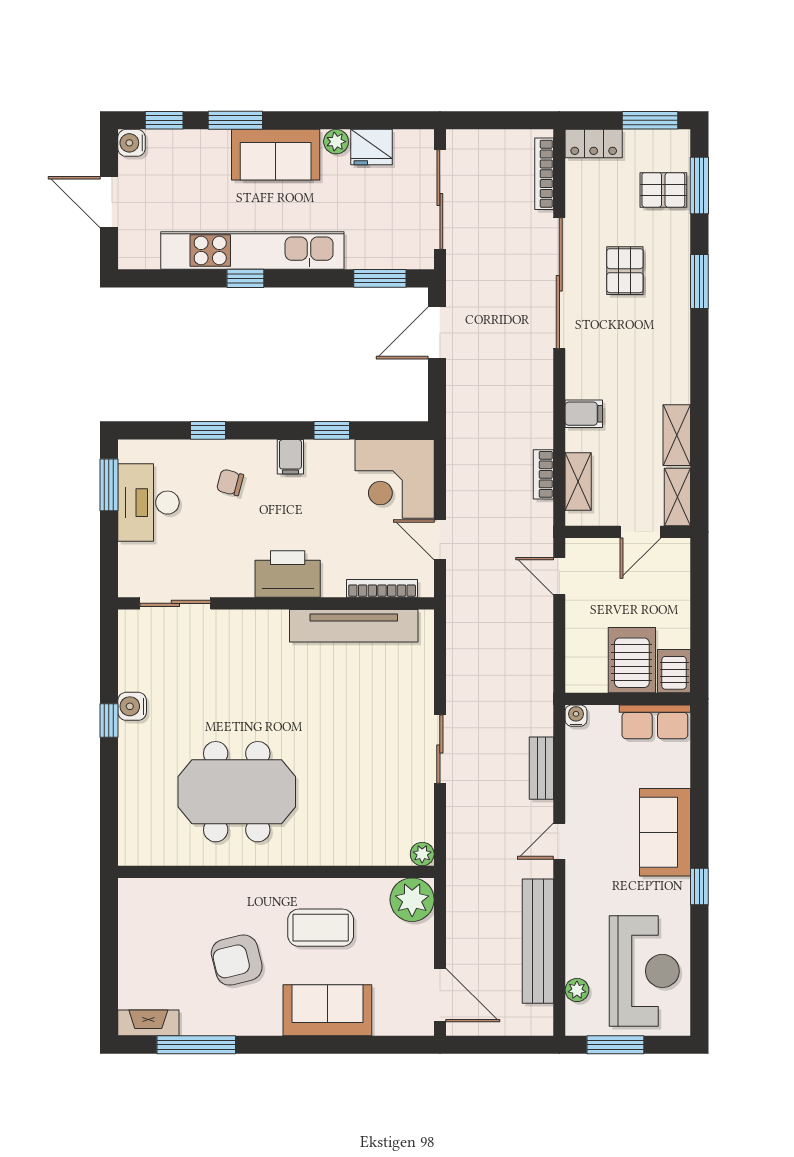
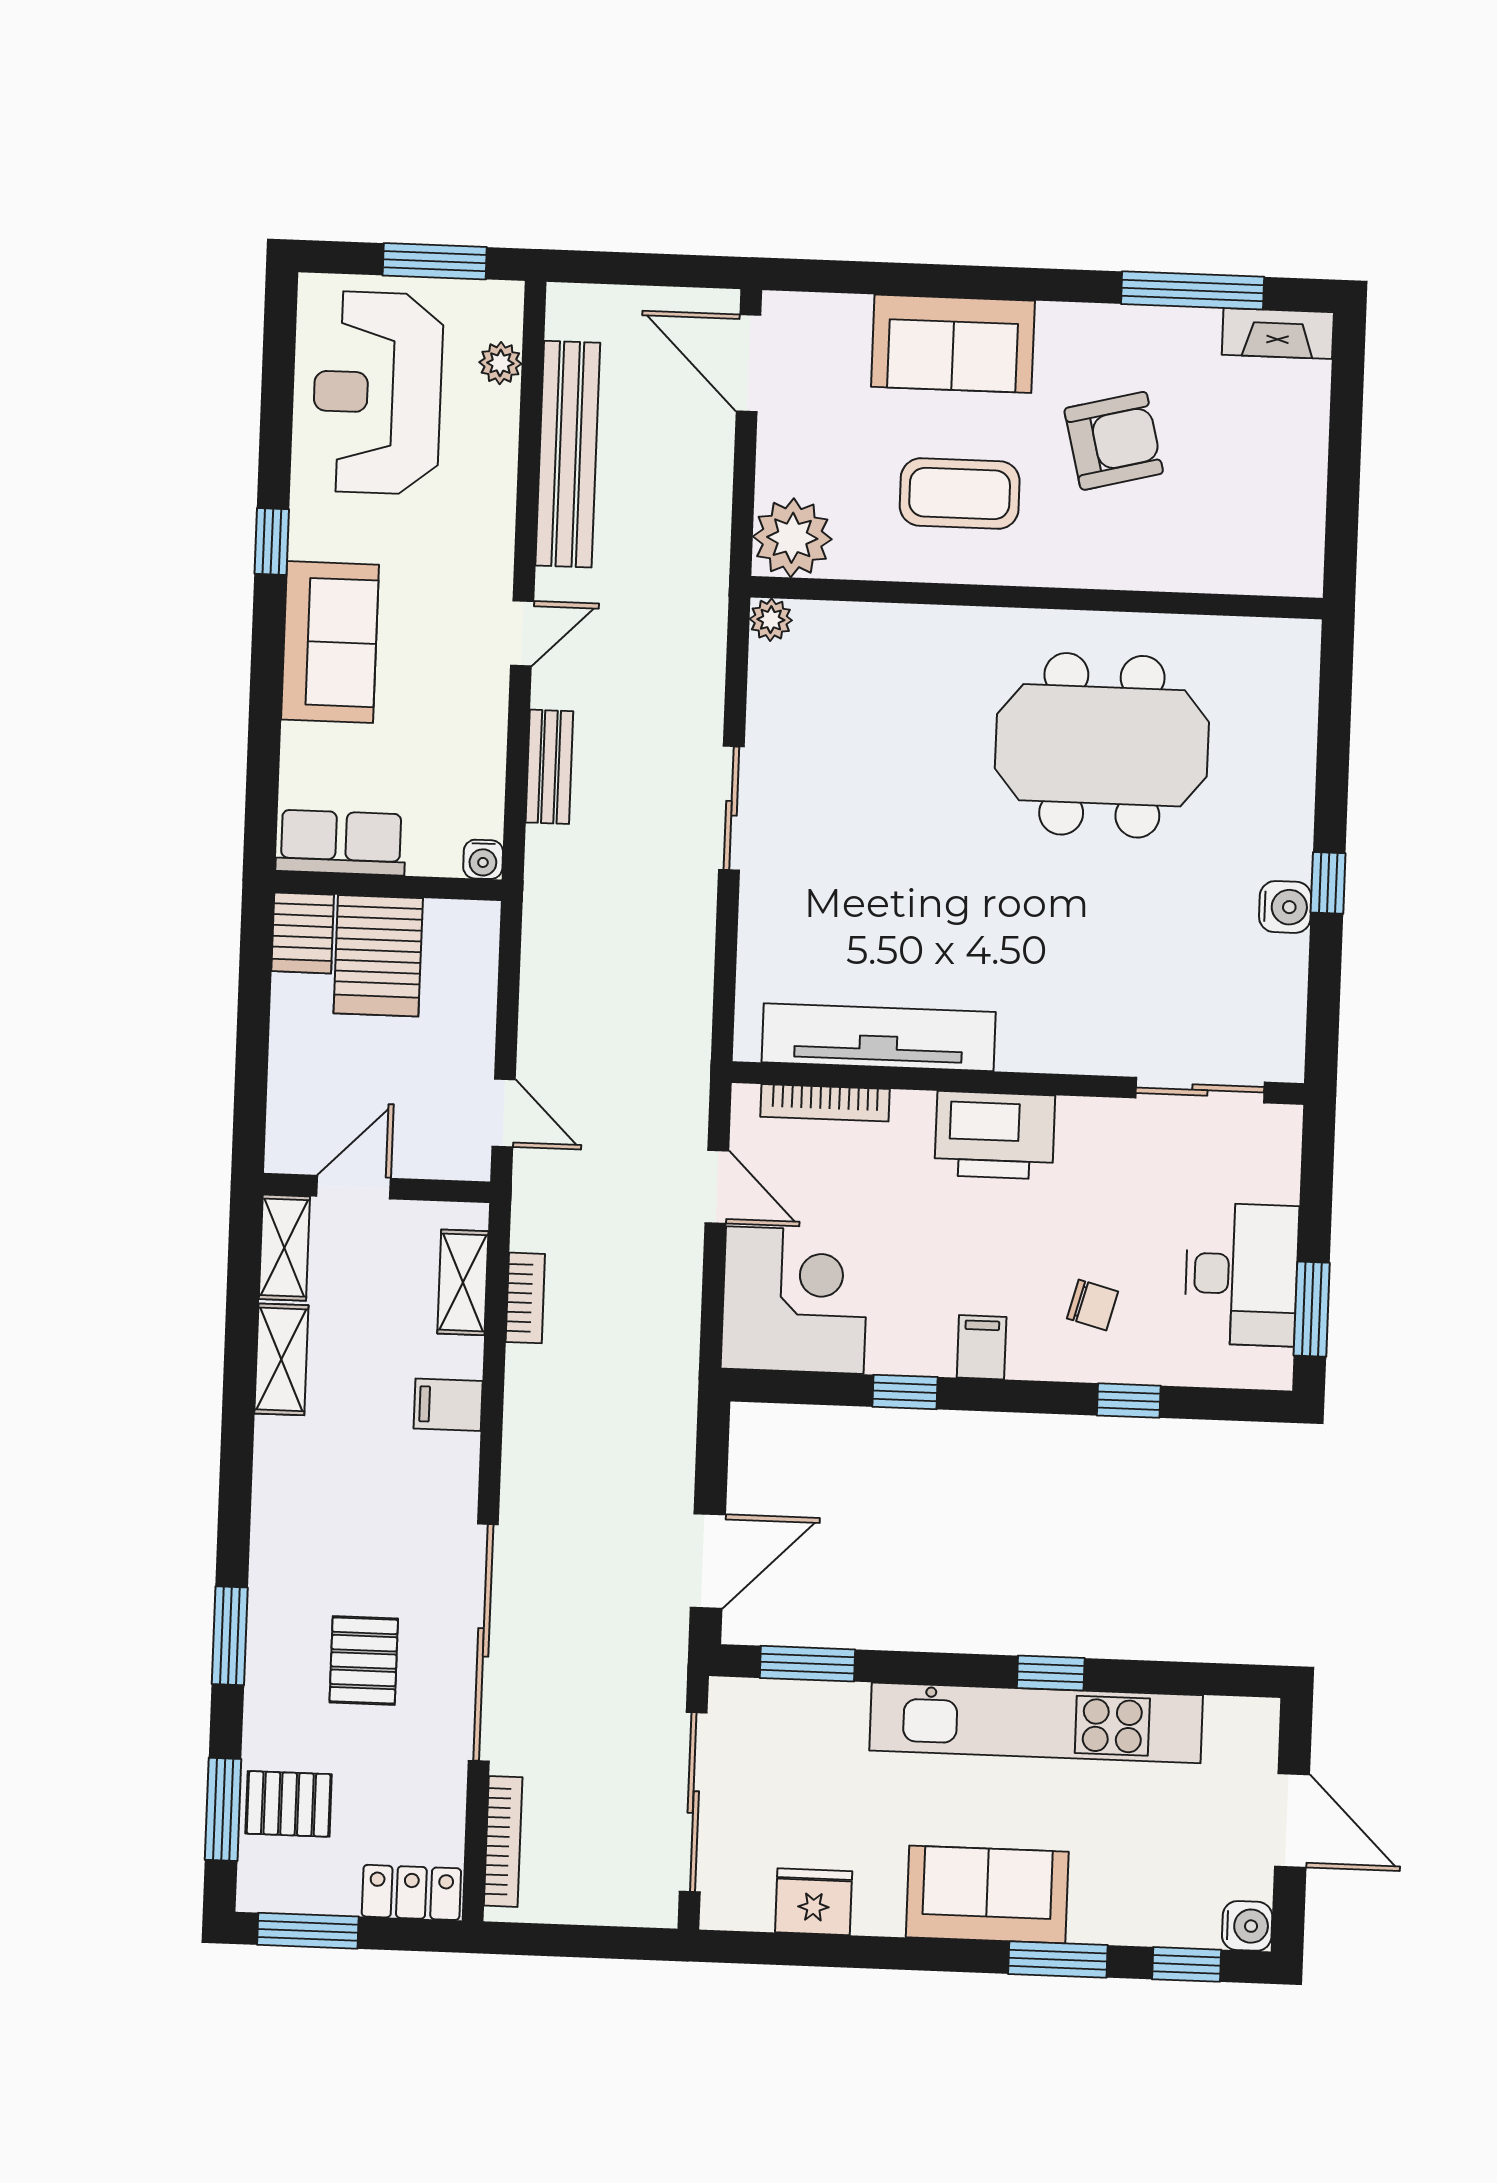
plant: (336, 142) -> (877, 1914), removed

